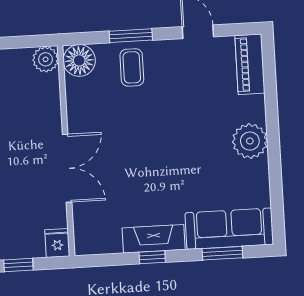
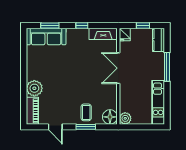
plant: (250, 141) -> (34, 88), moved
fireplace: (154, 239) -> (103, 34), moved

